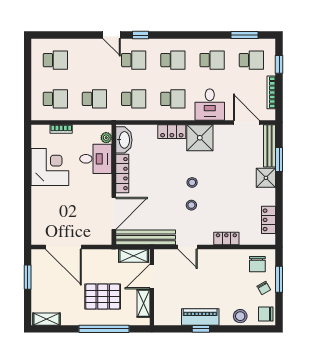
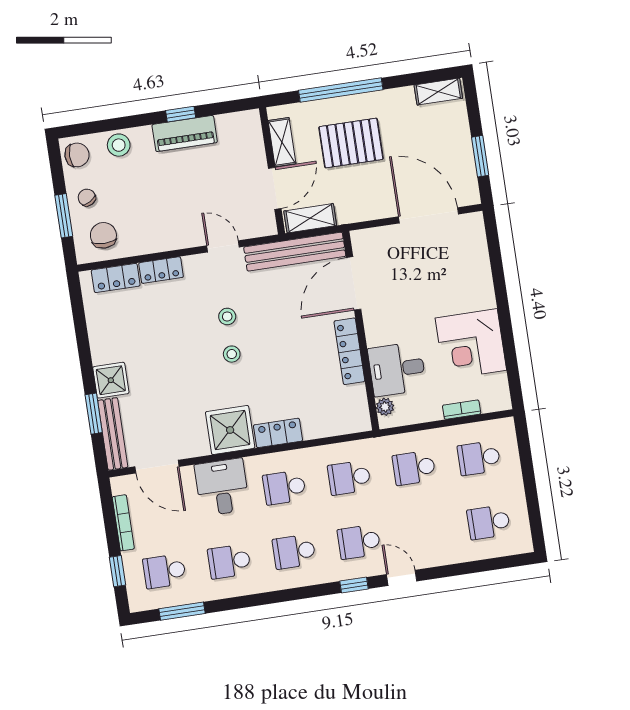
washbasin: (124, 140) -> (355, 407), removed
locker: (269, 220) -> (116, 278), moved, turned 90

